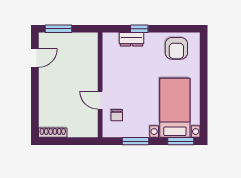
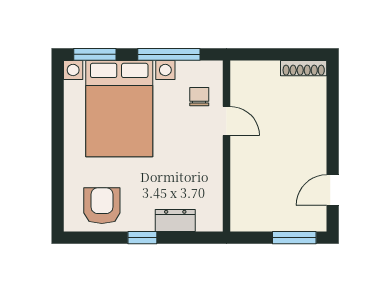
window: (139, 29) -> (142, 238), moved
bed with nightstands: (175, 108) -> (119, 109), width x1.36
window: (135, 141) -> (169, 54), width x1.44

